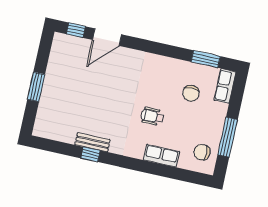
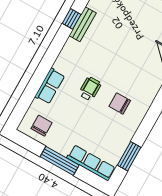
row of seats: (225, 86) -> (91, 163), width x1.48
chair: (191, 93) -> (120, 103), moved
window: (228, 137) -> (60, 161), moved

